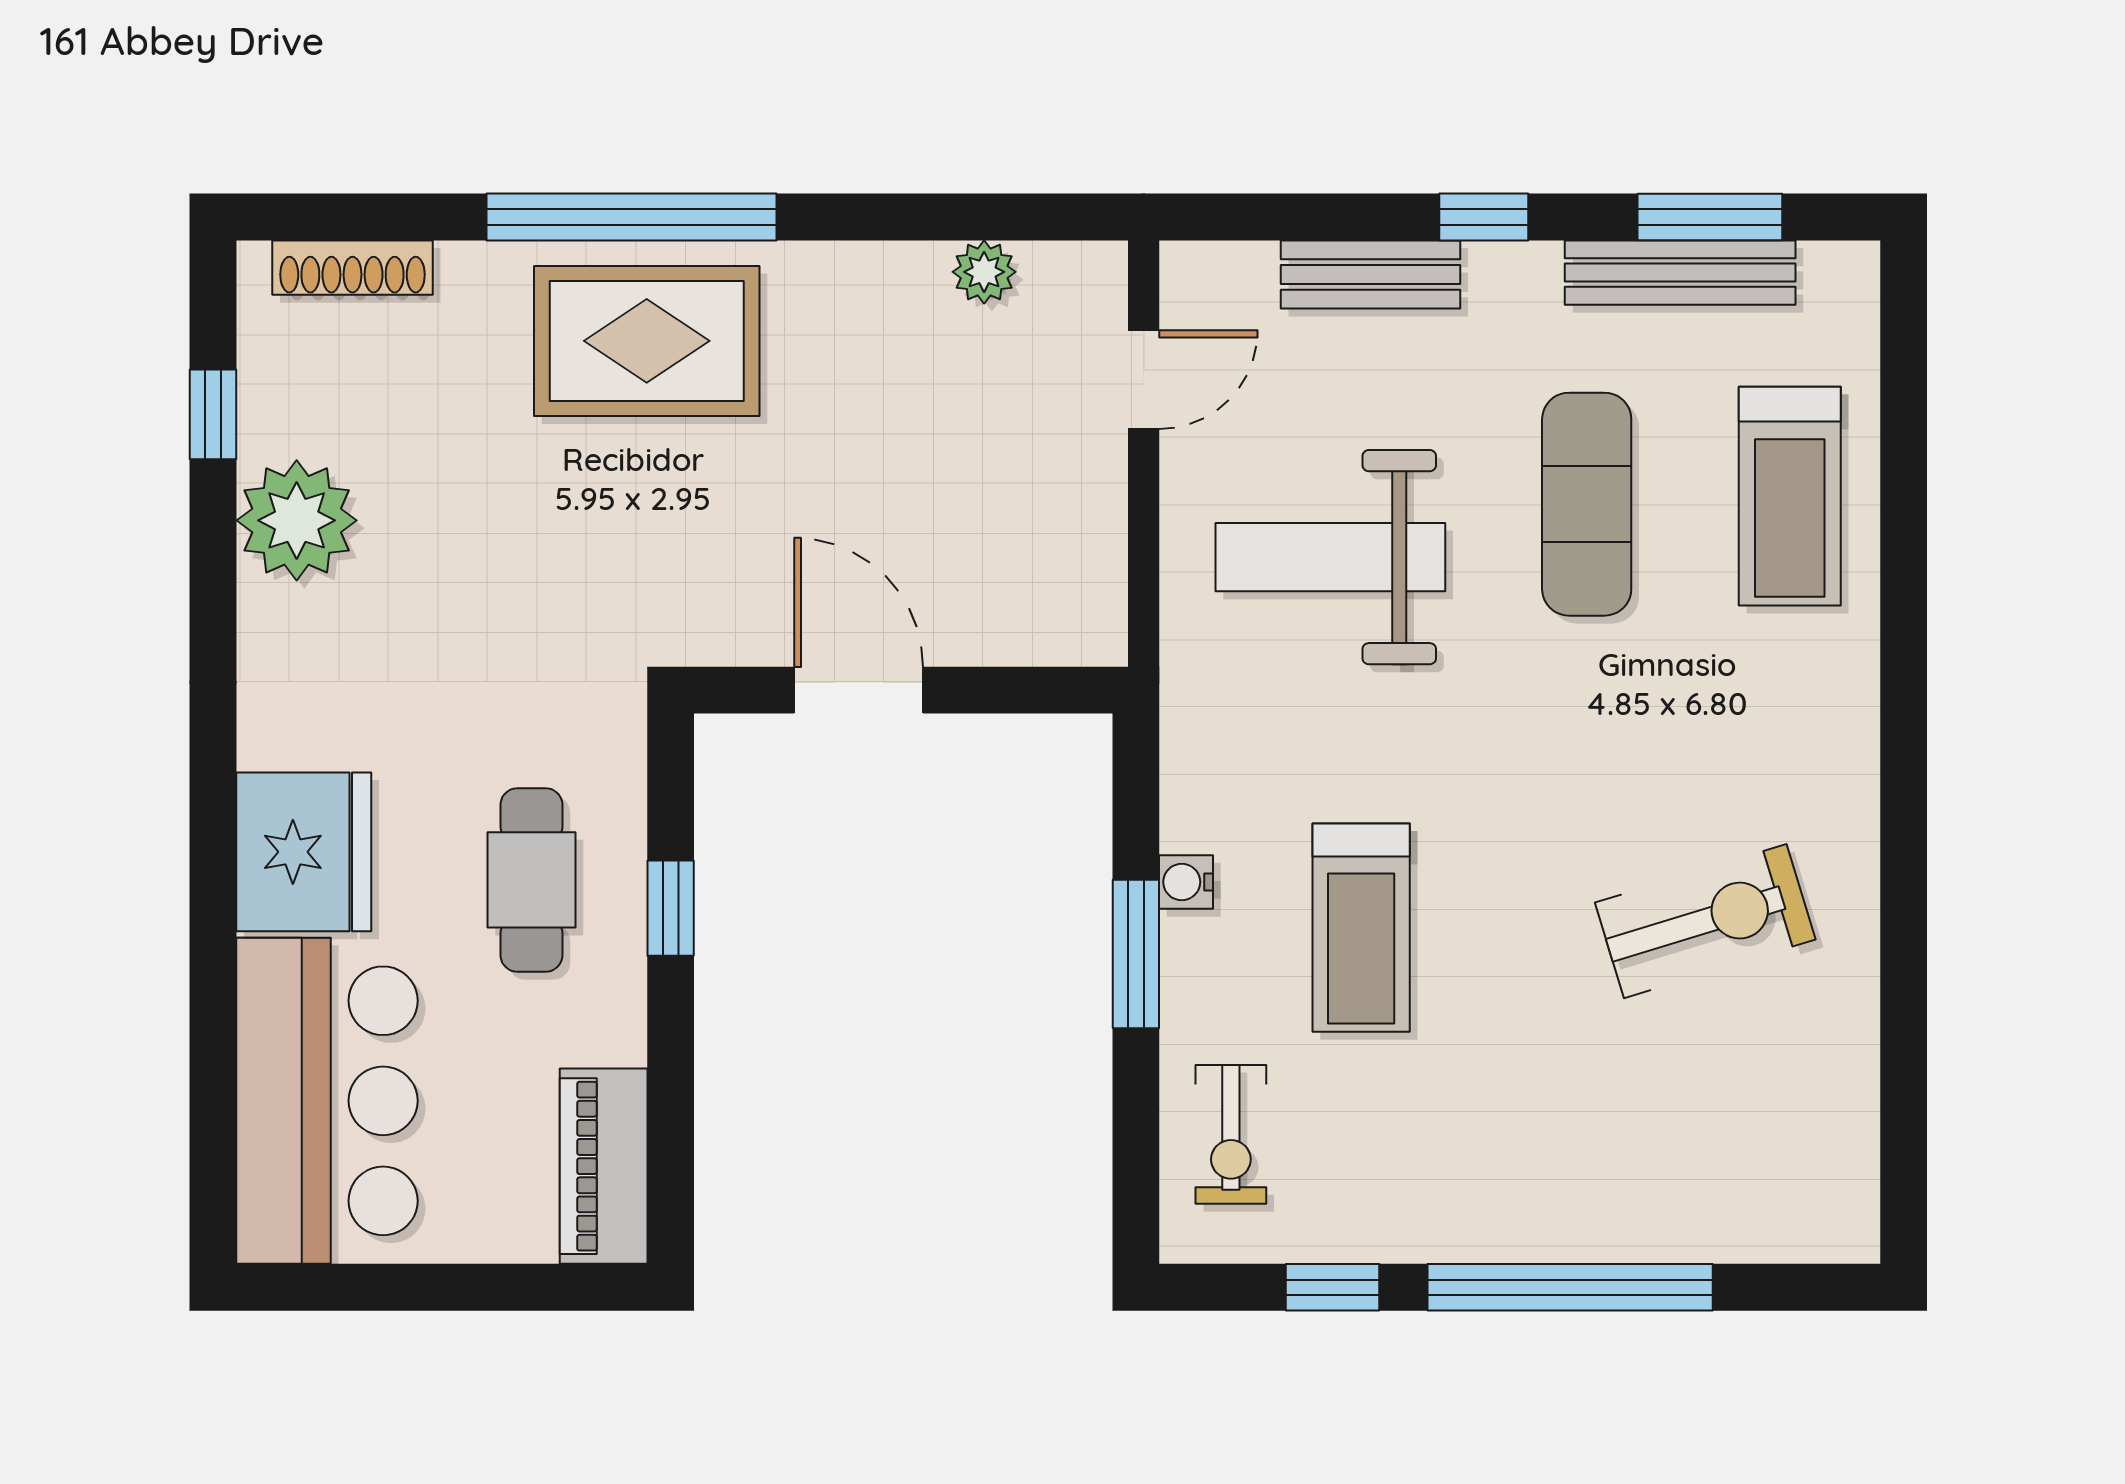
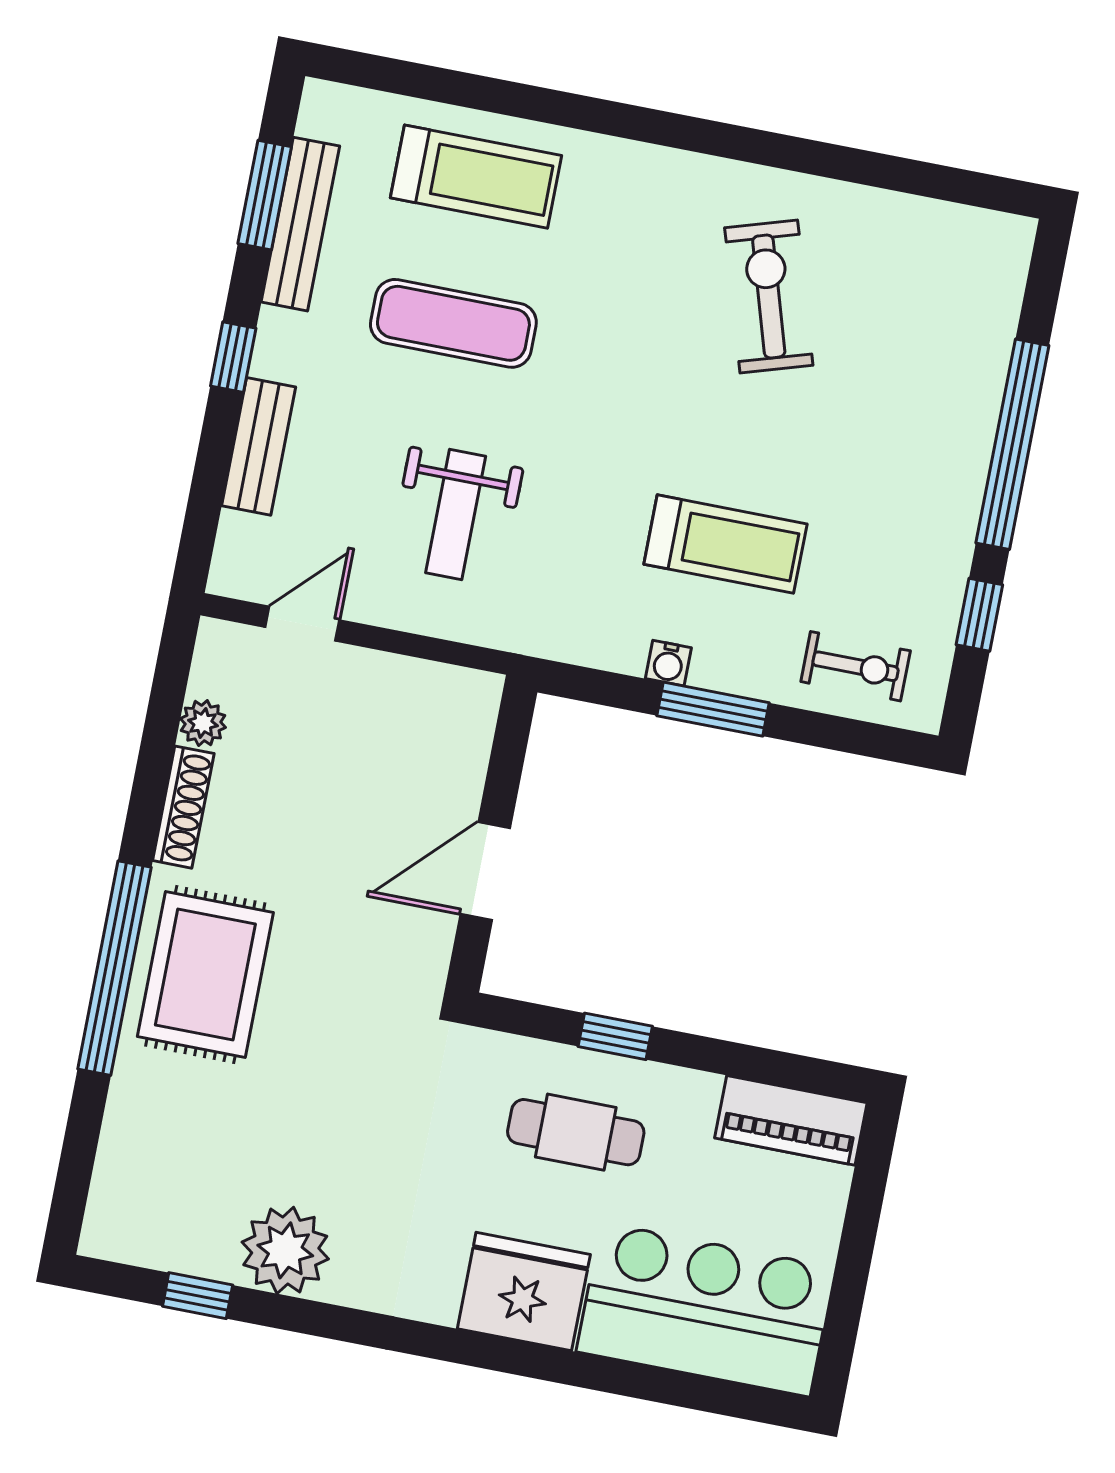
shoe rack: (352, 268) -> (183, 807), moved
door: (1144, 380) -> (302, 624), hinge flipped
weight bench: (1330, 557) -> (456, 514), width x0.73, depth x0.75

